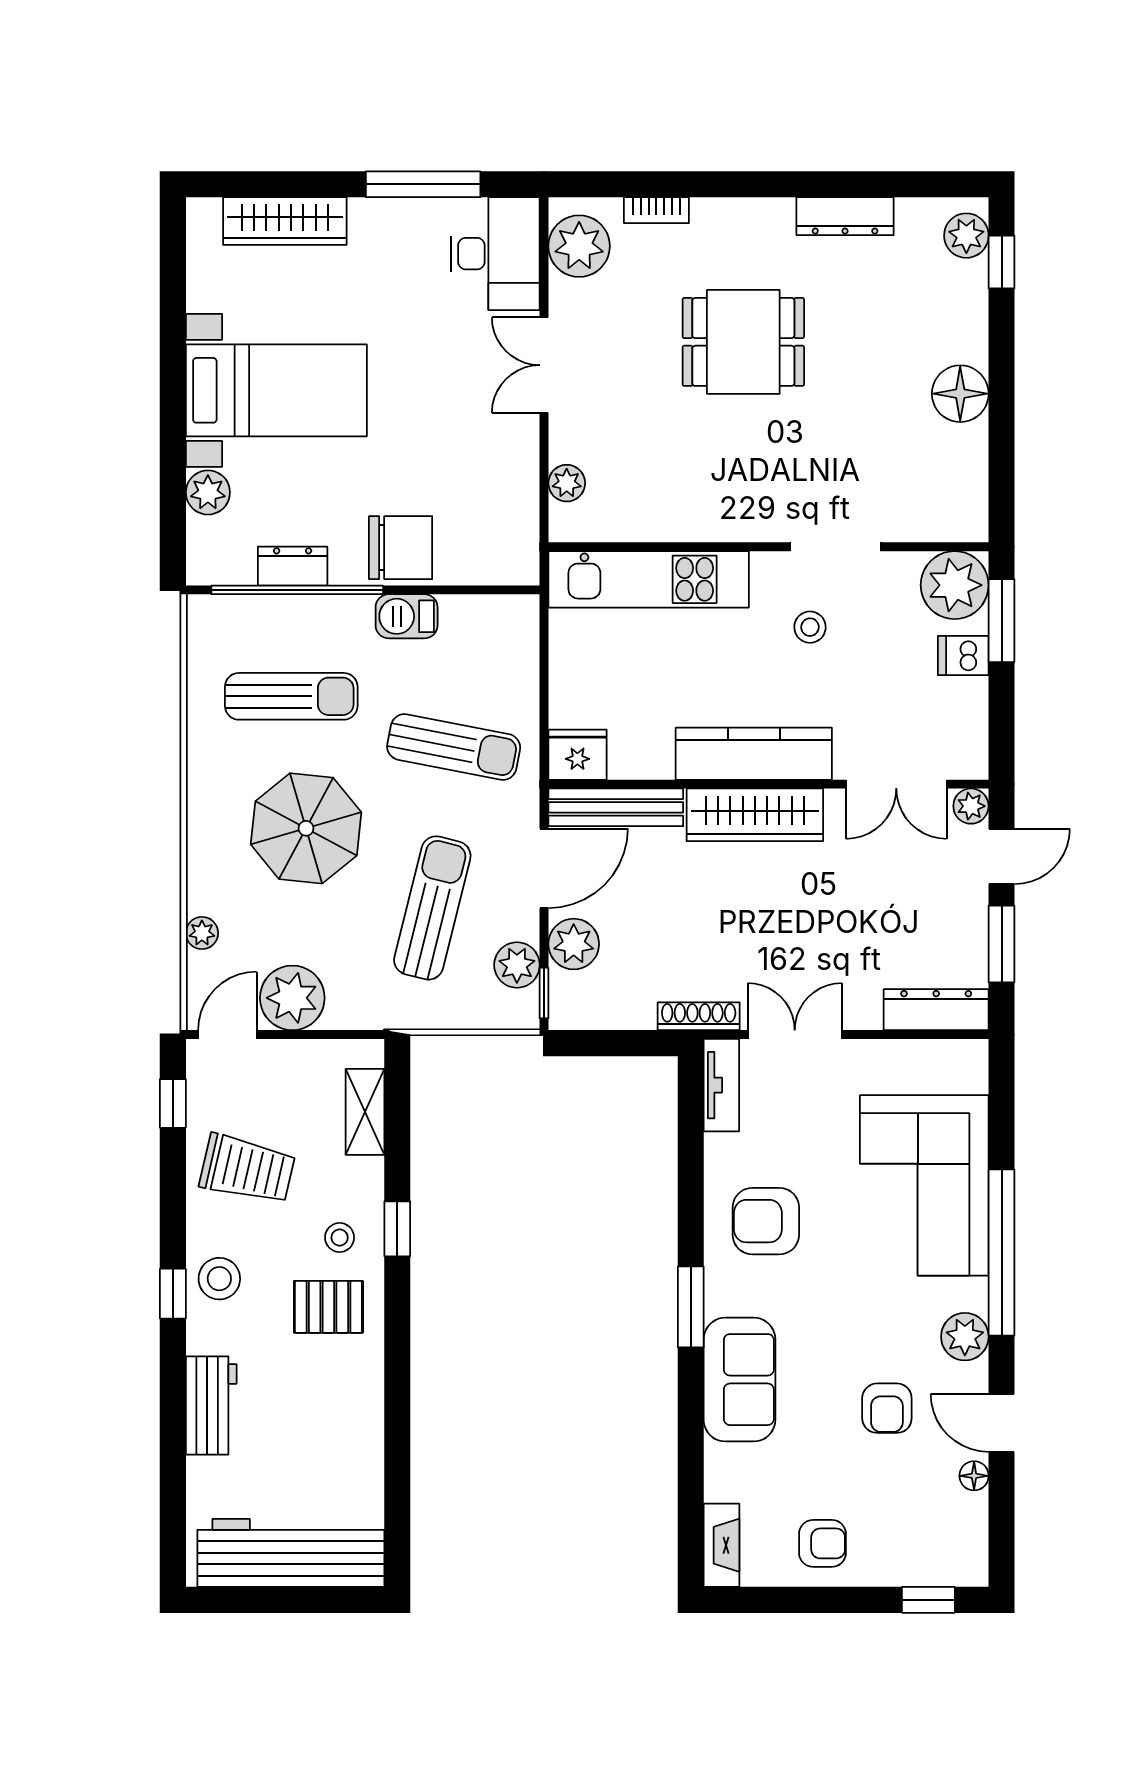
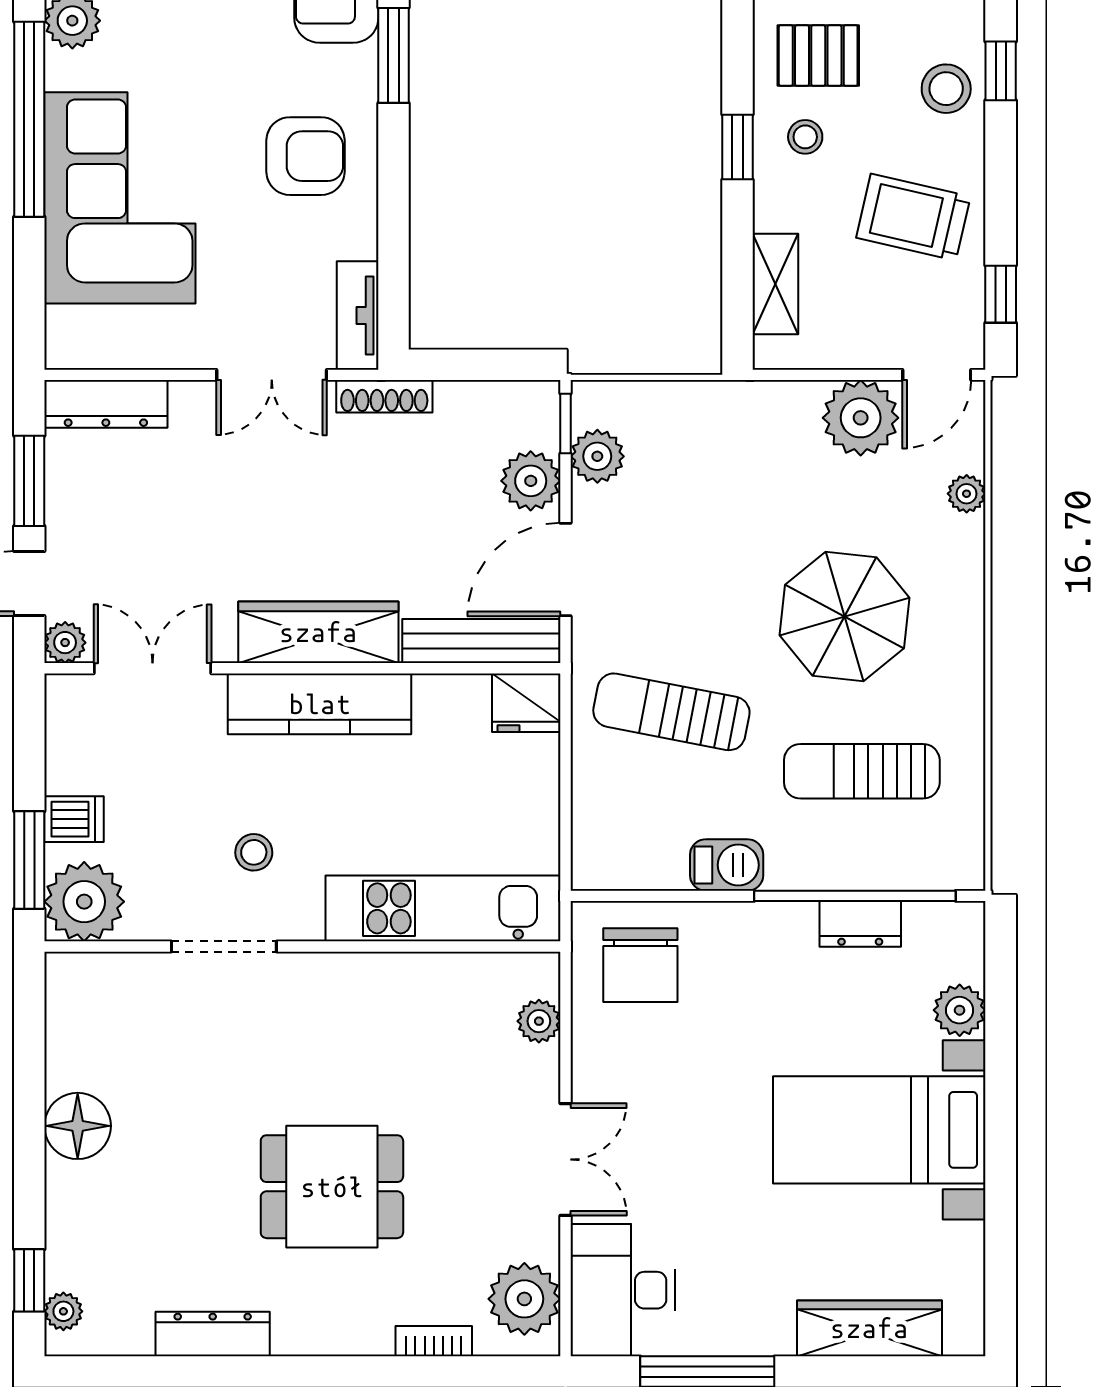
plant: (966, 236) -> (63, 1311), width x0.73, depth x0.73
chair: (401, 548) -> (640, 965), moved, turned -90
sun lounger: (432, 908) -> (696, 523), removed

